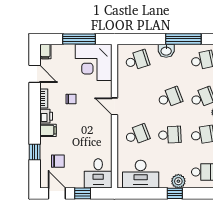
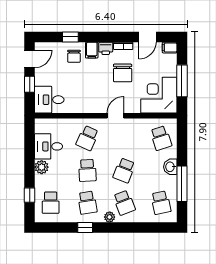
school desk: (170, 98) -> (124, 170), turned 42
chair: (71, 99) -> (123, 73), width x1.87, depth x1.87
school desk: (137, 135) -> (87, 138), turned 45
chair: (58, 161) -> (74, 56), moved
desk: (141, 174) -> (48, 146), width x0.73
plant: (178, 181) -> (42, 167), moved
window: (175, 193) -> (30, 195), moved

